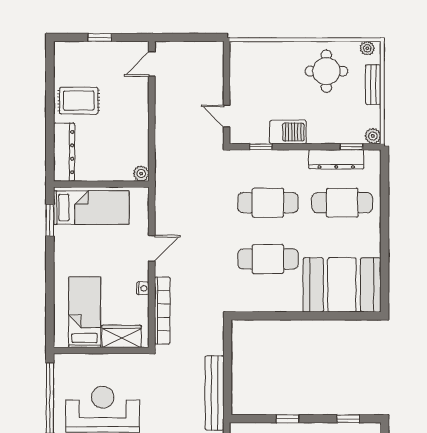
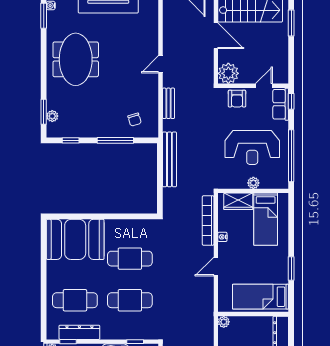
window: (50, 220) -> (291, 268), moved
plant: (101, 361) -> (253, 183), added
window: (287, 419) -> (115, 140), width x2.17

